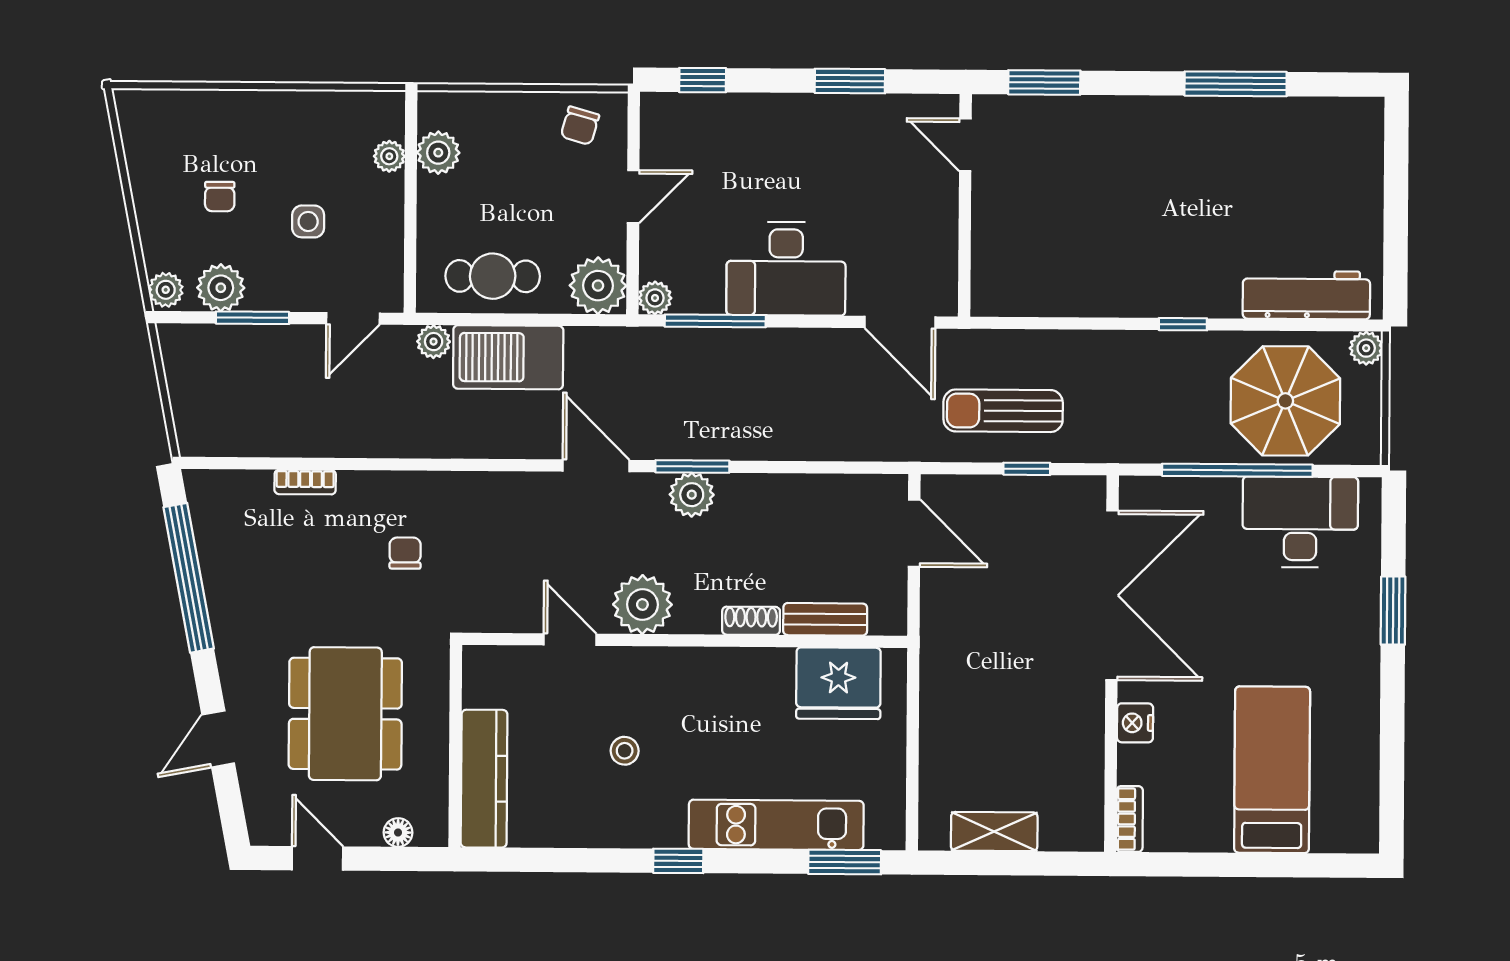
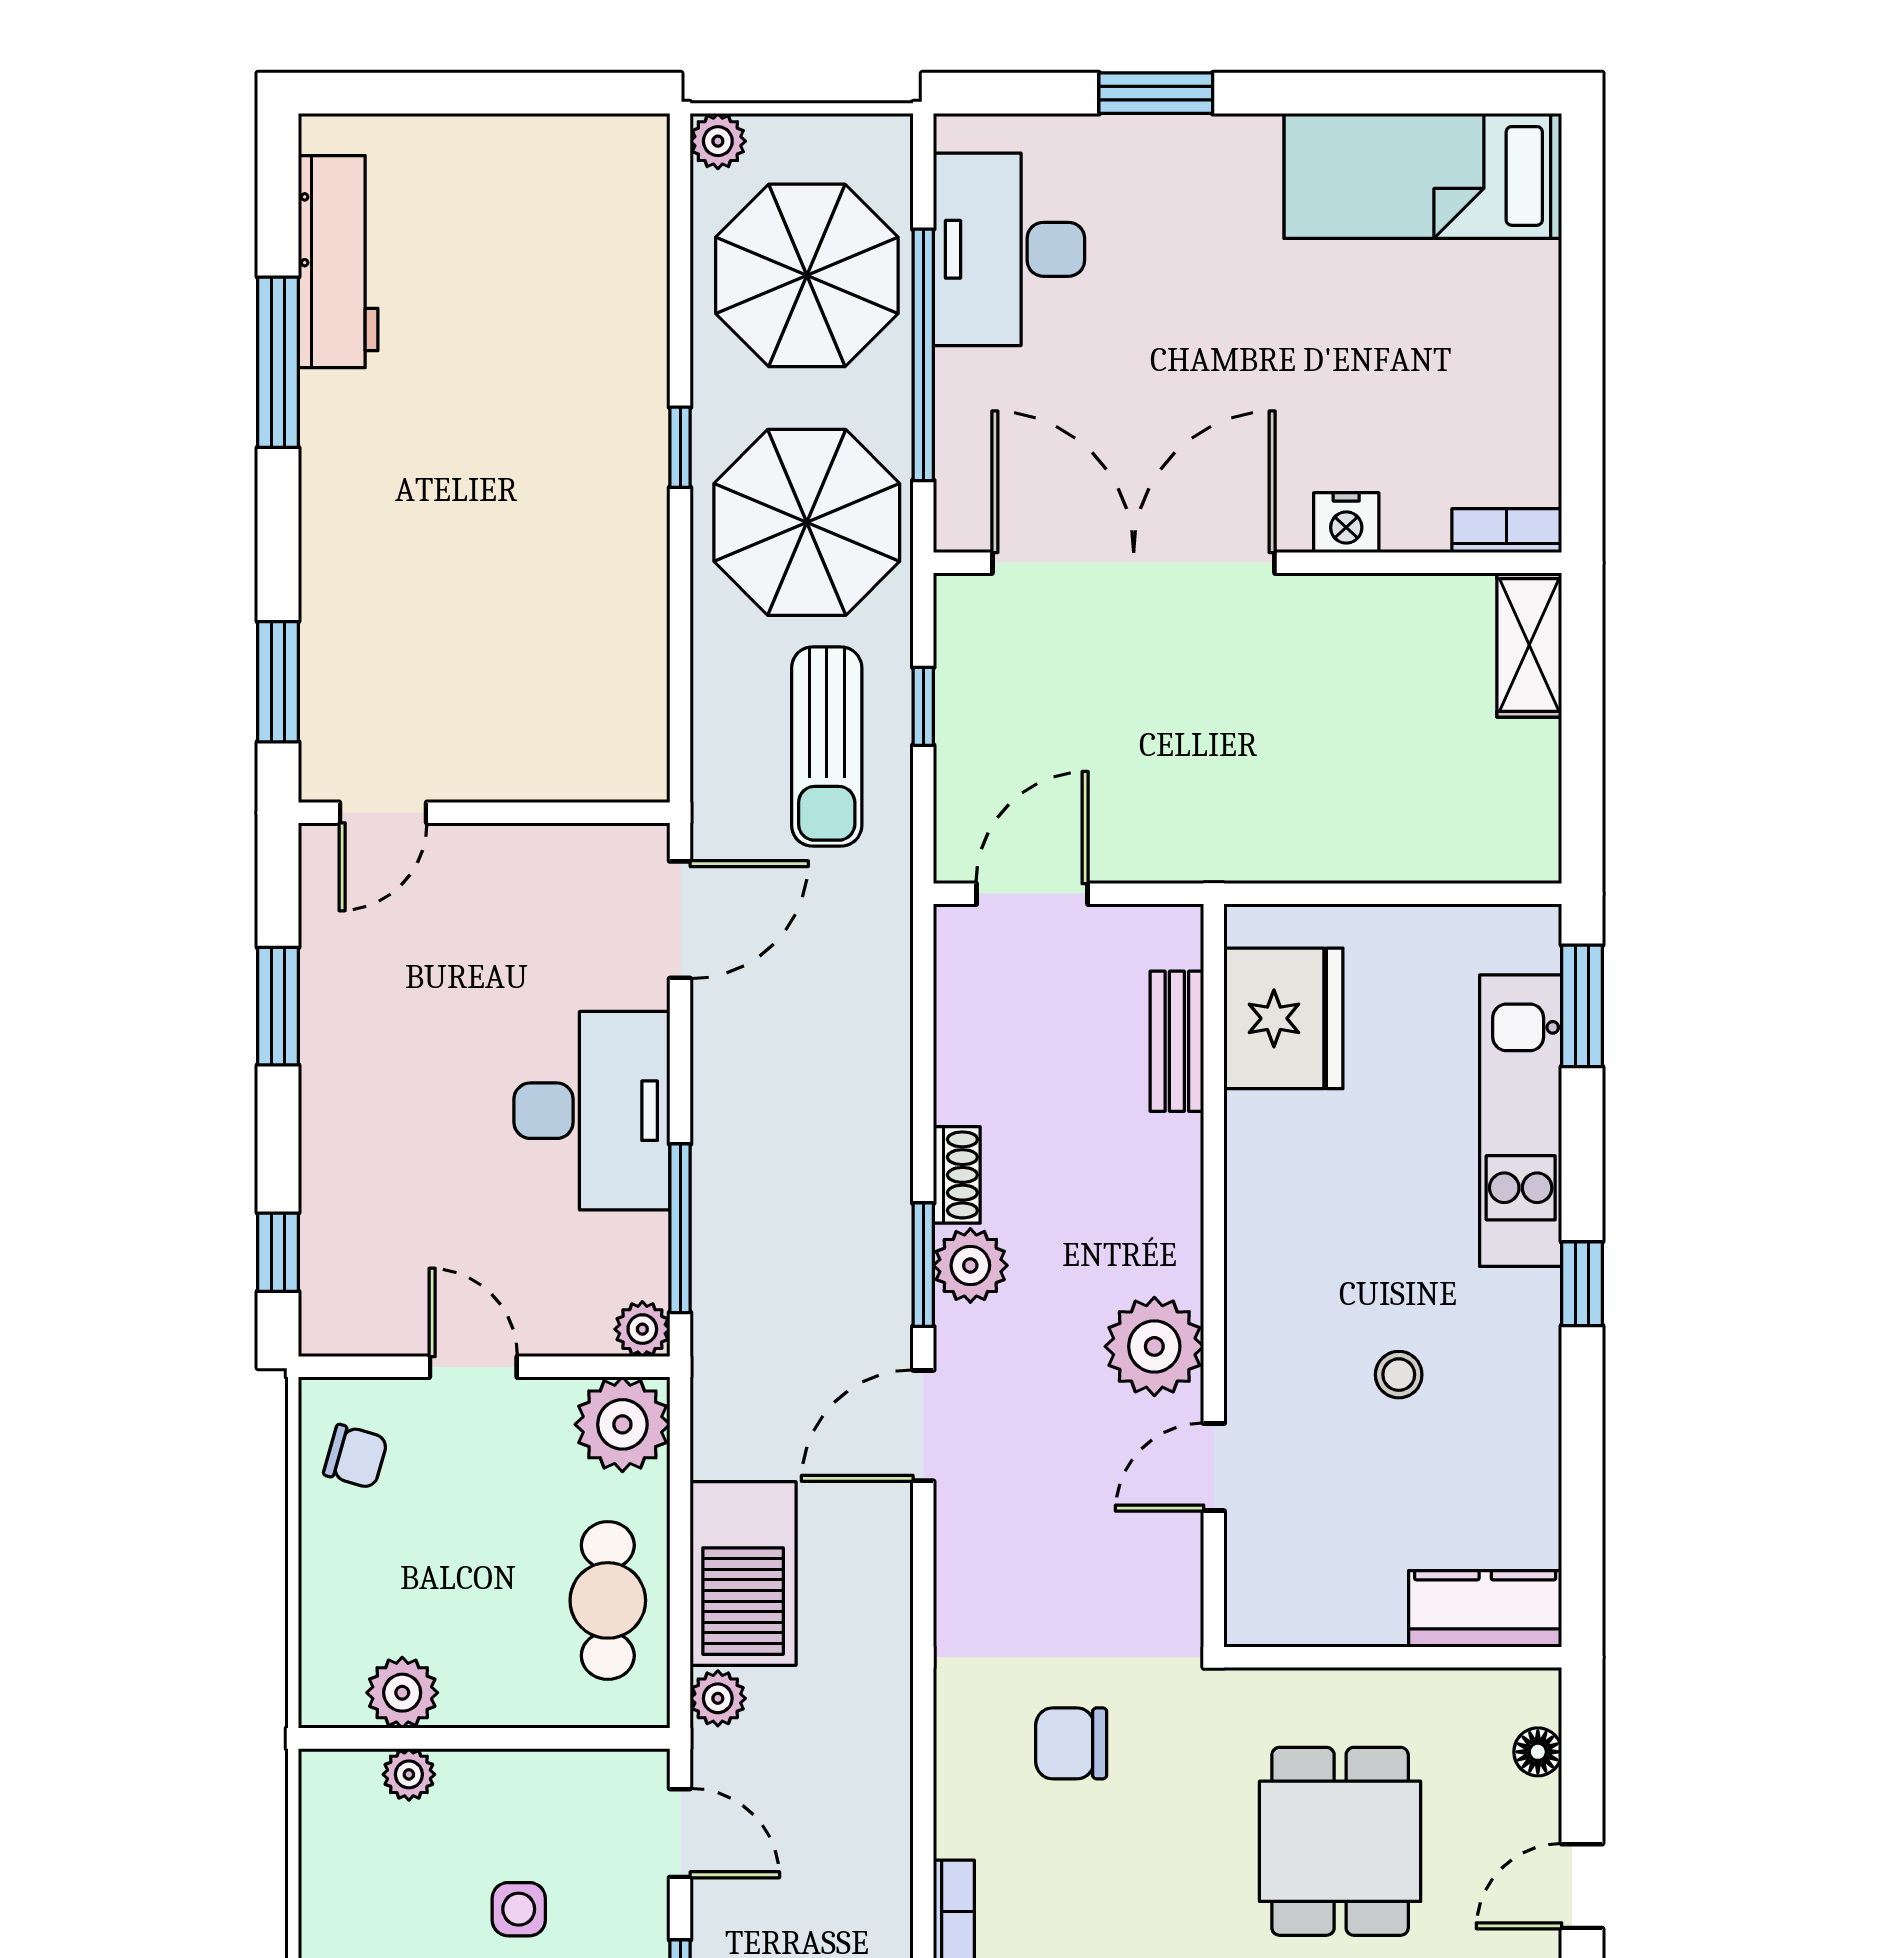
workbench: (1306, 295) -> (338, 262), moved, turned 180
parasol: (1137, 400) -> (807, 522), added
chair: (405, 553) -> (1071, 1743), width x1.37, depth x1.37
shoe rack: (751, 621) -> (957, 1175), moved, turned 180
dining table: (345, 714) -> (1340, 1841), width x0.73
bed: (1272, 770) -> (1423, 176), moved
kitchen counter: (484, 779) -> (1485, 1609), width x0.67
shelving: (994, 832) -> (1529, 645), moved

